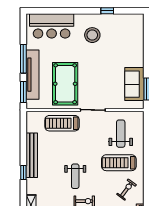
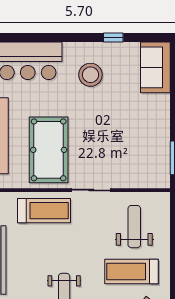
sofa: (134, 84) -> (155, 67), moved
treadmill: (62, 123) -> (44, 211), turned 180

